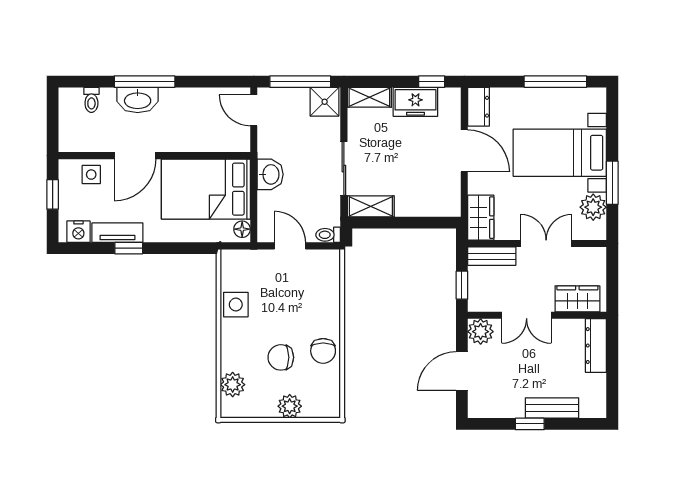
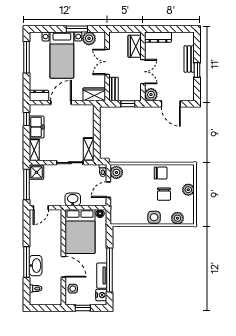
window: (129, 248) -> (109, 270), width x3.17
plant: (324, 262) -> (116, 172), added
side table: (236, 305) -> (154, 217), moved

